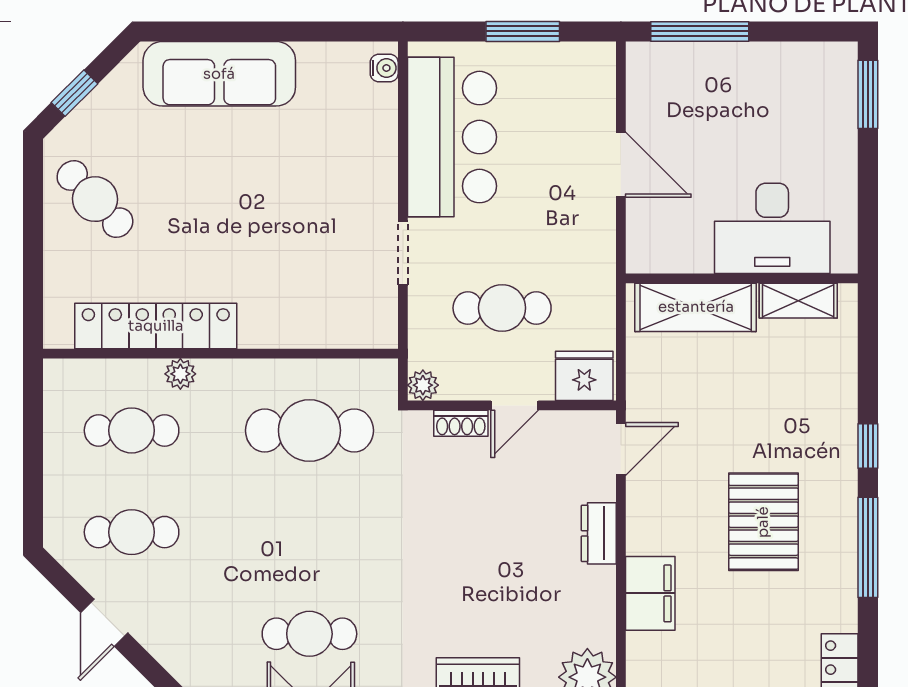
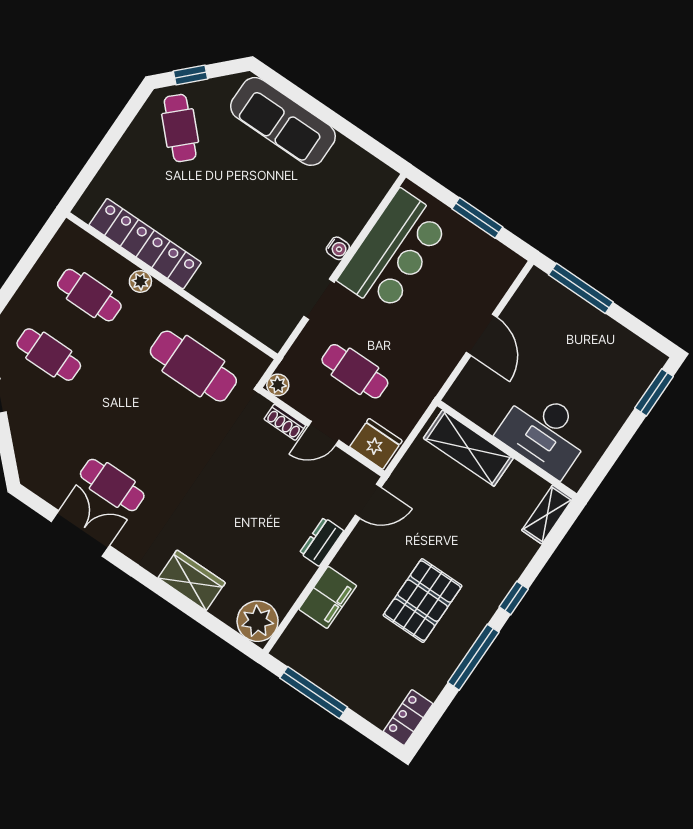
water cooler: (384, 68) -> (338, 248), moved
cafe table: (95, 199) -> (180, 128), moved
shelving: (798, 301) -> (547, 515), moved, turned 90

